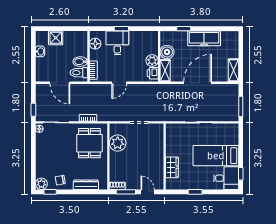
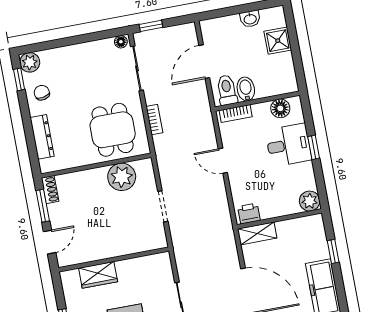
boiler: (167, 52) -> (289, 231), removed
plant: (152, 61) -> (310, 201), moved
dining table: (89, 143) -> (113, 130), turned 90

